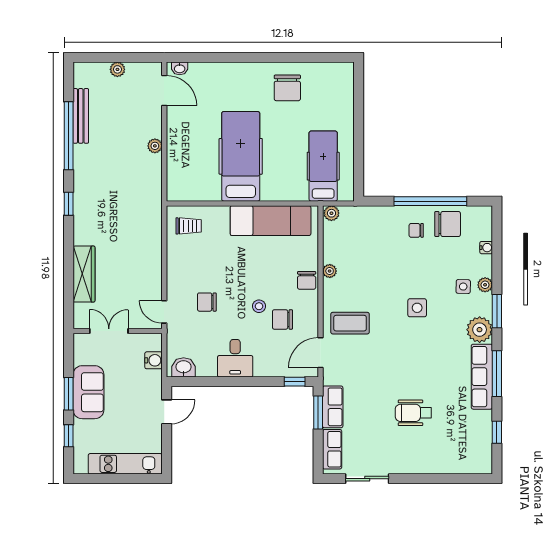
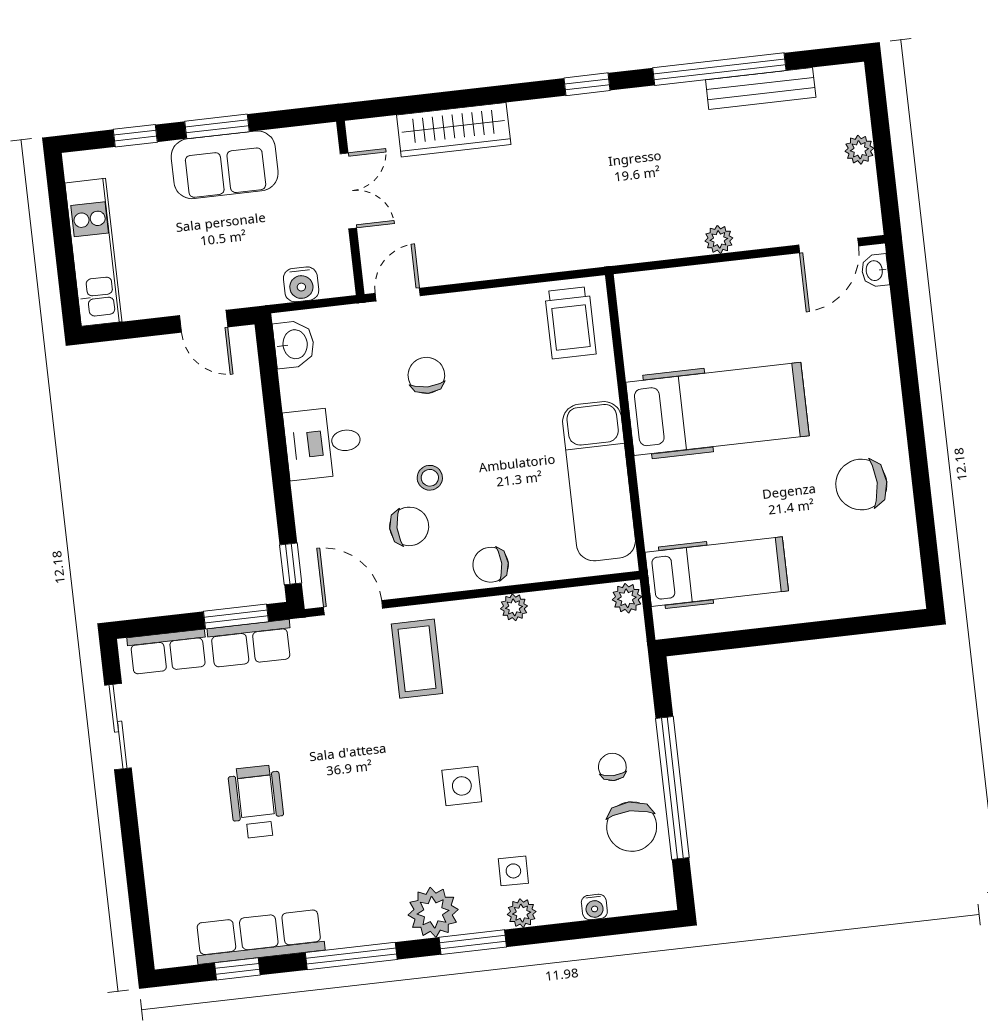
trolley: (189, 226) -> (570, 323), width x1.36, depth x1.39
chair: (282, 319) -> (409, 526), turned 90
row of seats: (482, 377) -> (259, 937), moved

